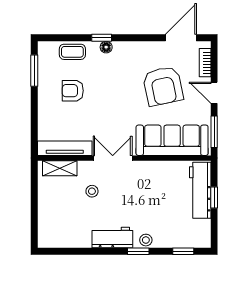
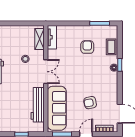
armchair: (163, 86) -> (90, 103), width x0.53, depth x0.53
tv unit: (65, 148) -> (52, 37), width x0.71
workbench: (200, 190) -> (38, 105), moved, turned -90

